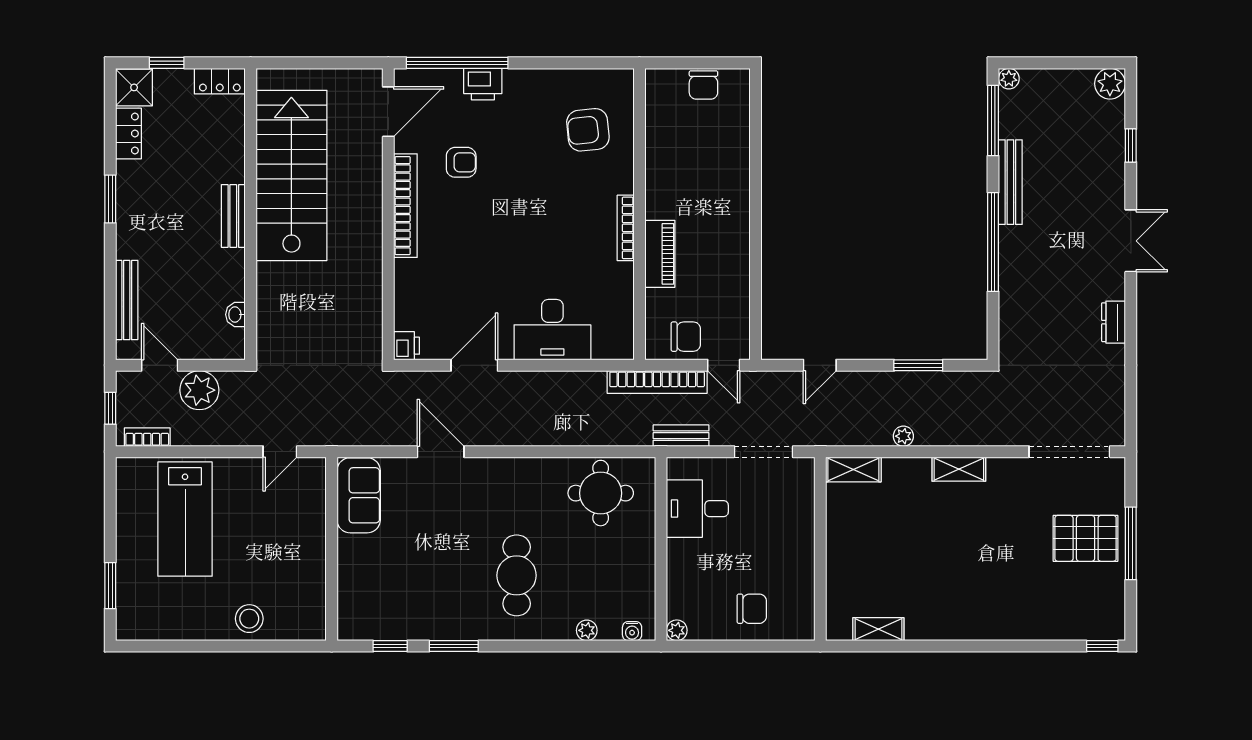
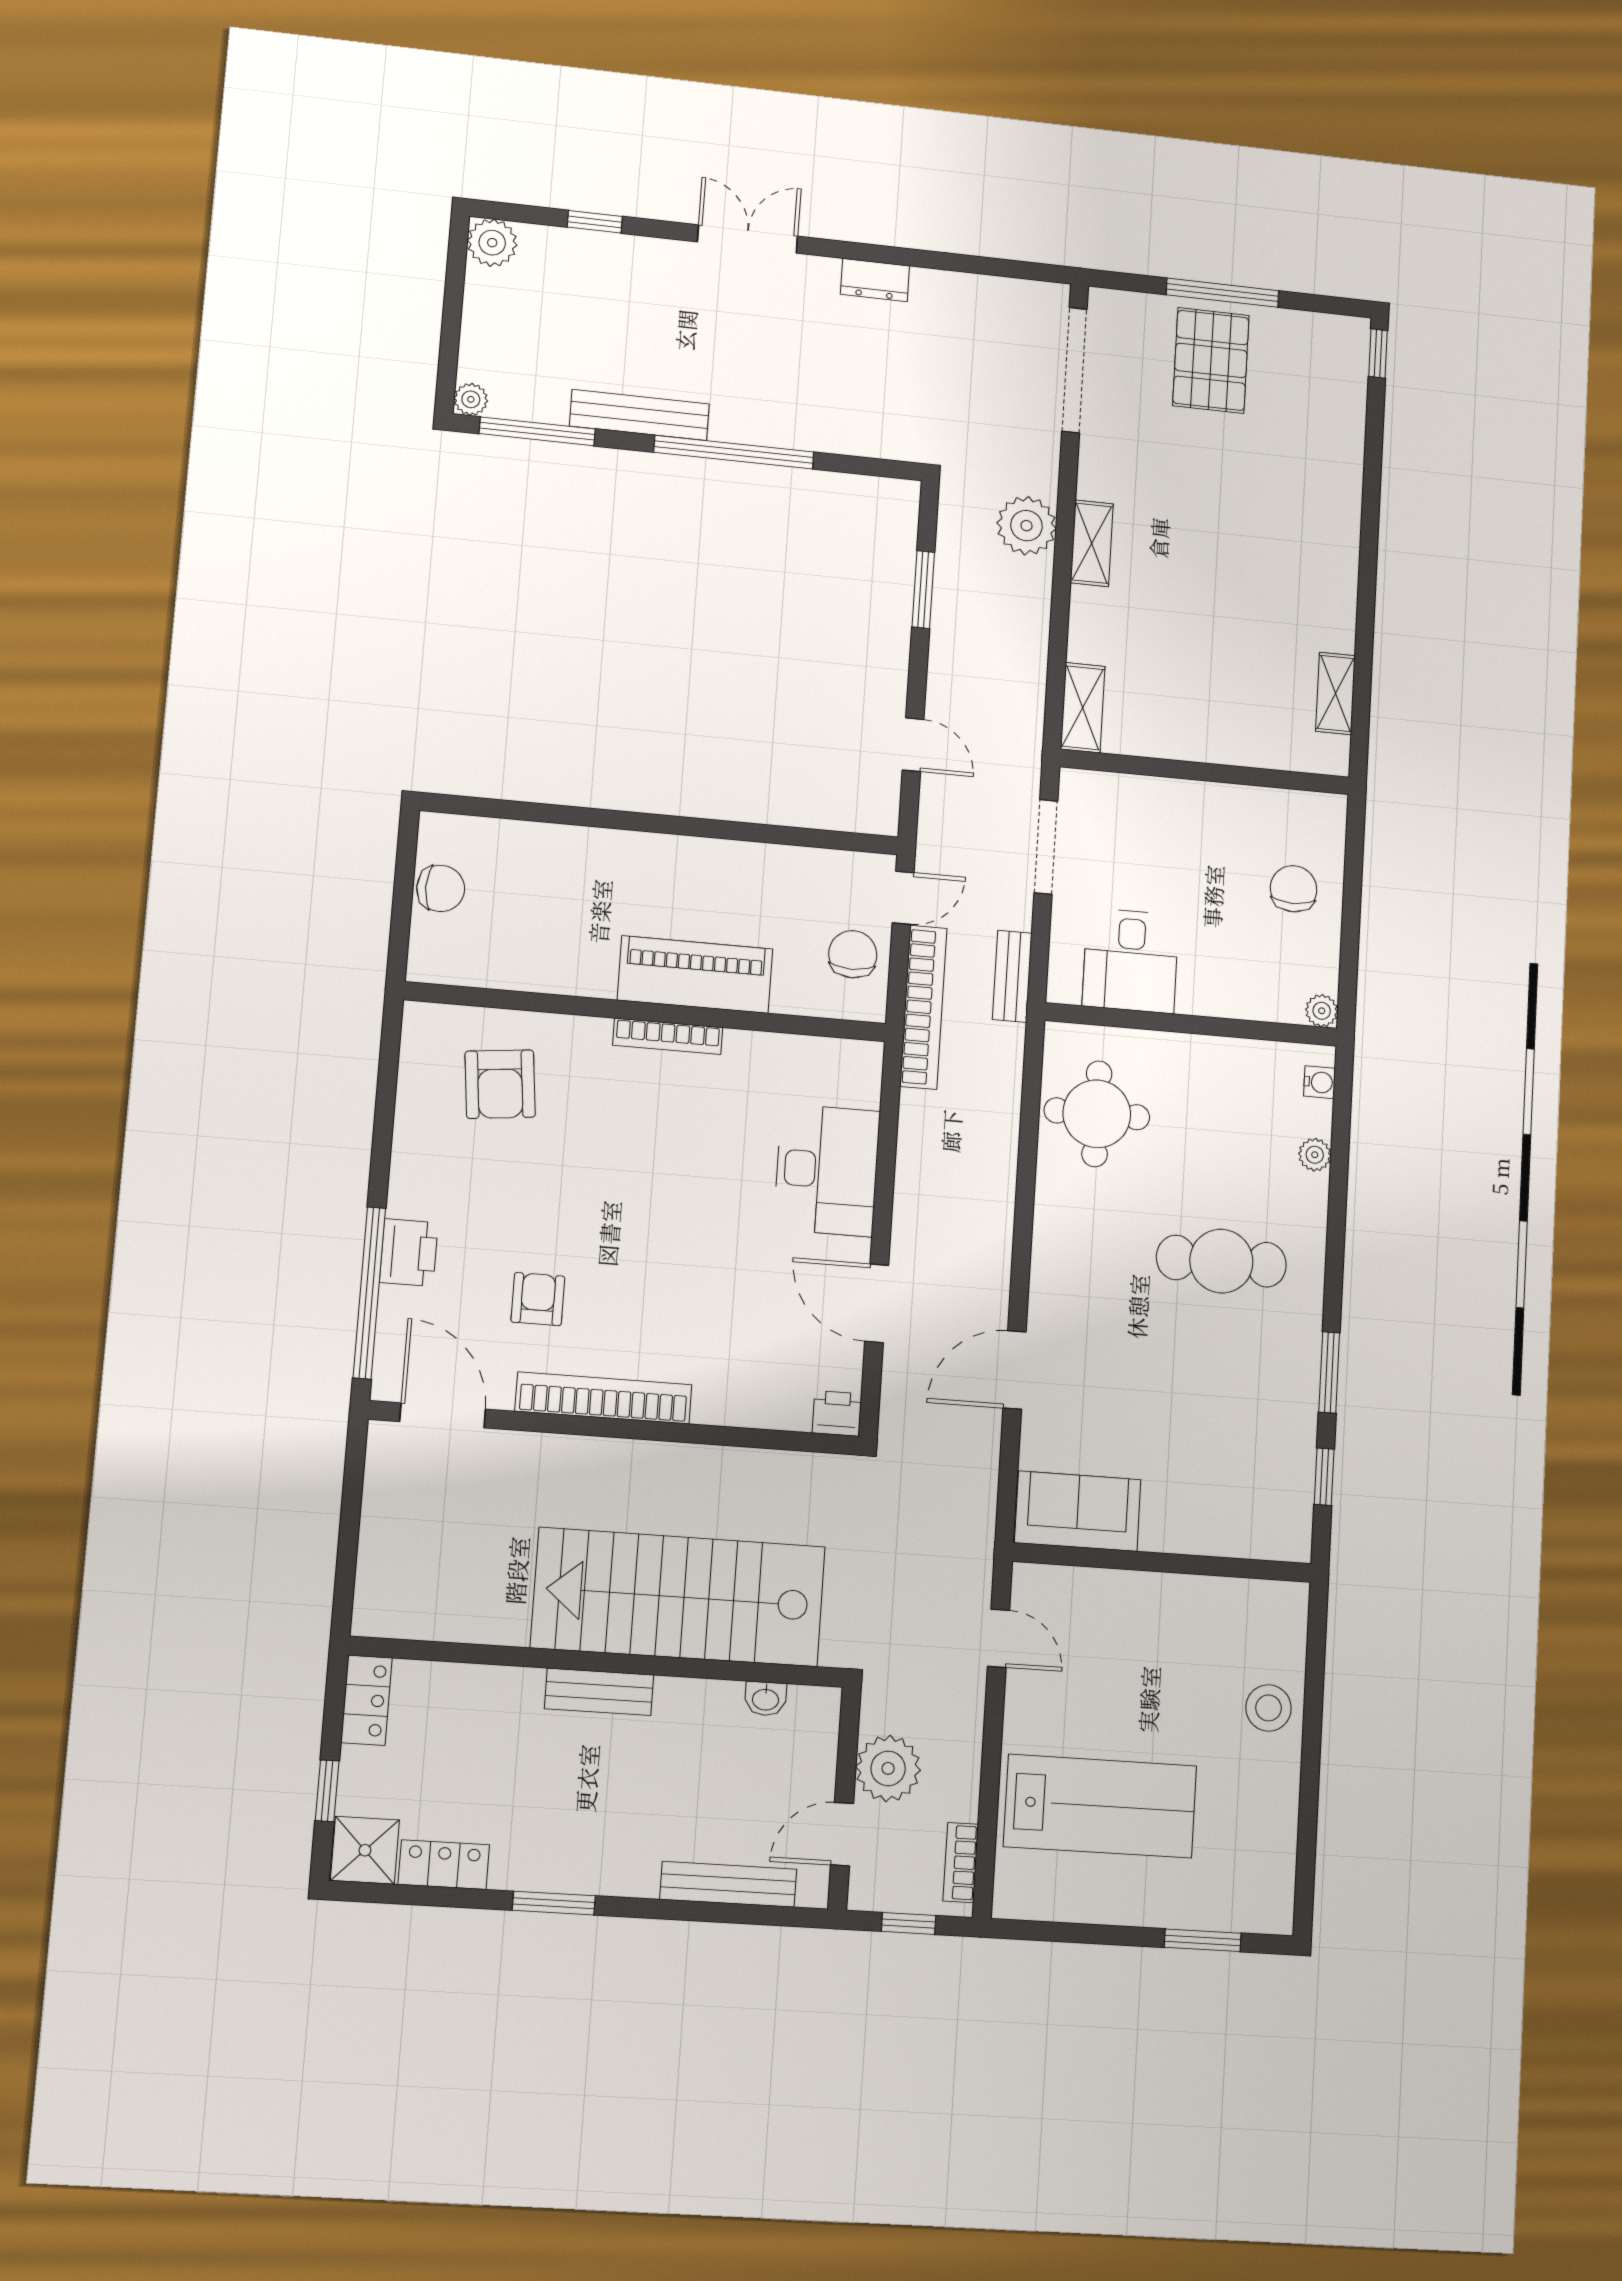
stairs: (291, 175) -> (678, 1597), moved
piano: (660, 254) -> (695, 975), width x1.37, depth x1.33
plant: (903, 436) -> (1026, 526), moved, width x1.88, depth x1.88

